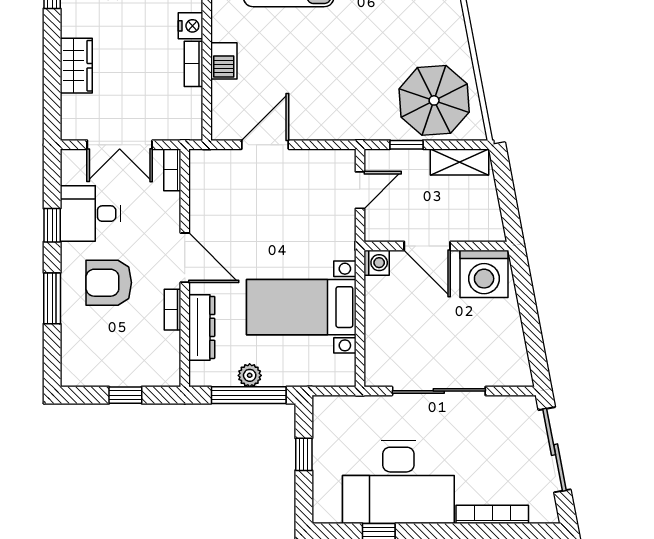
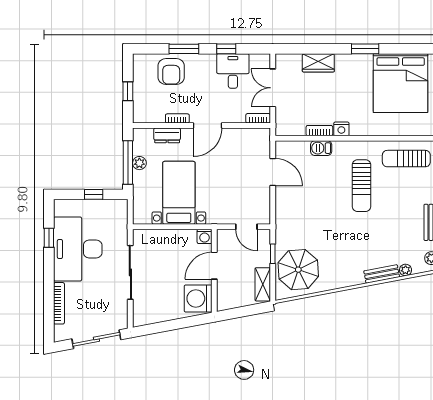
armchair: (109, 283) -> (171, 72), moved, turned 180
dresser: (202, 327) -> (167, 135), width x0.70

